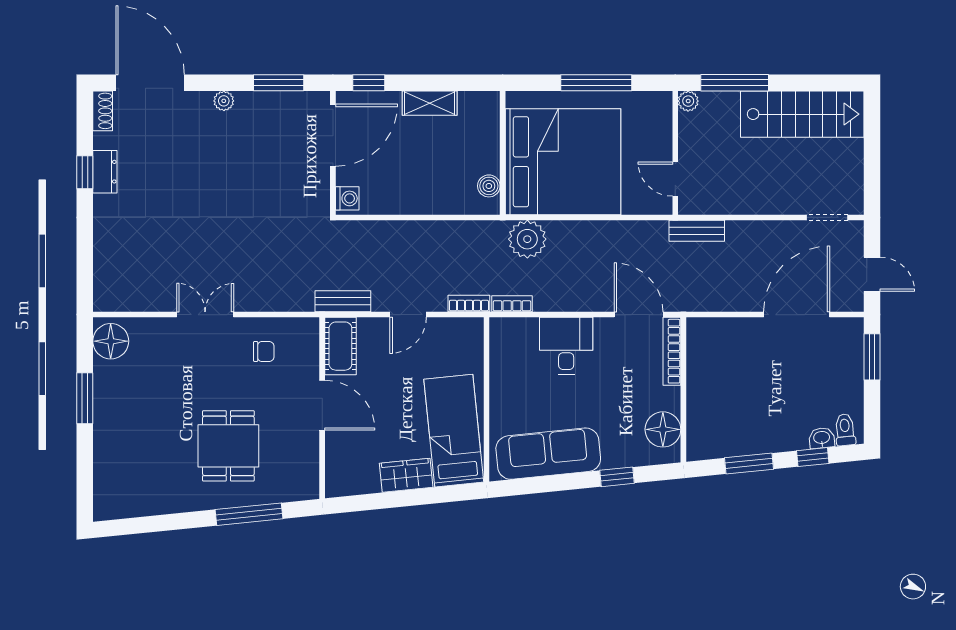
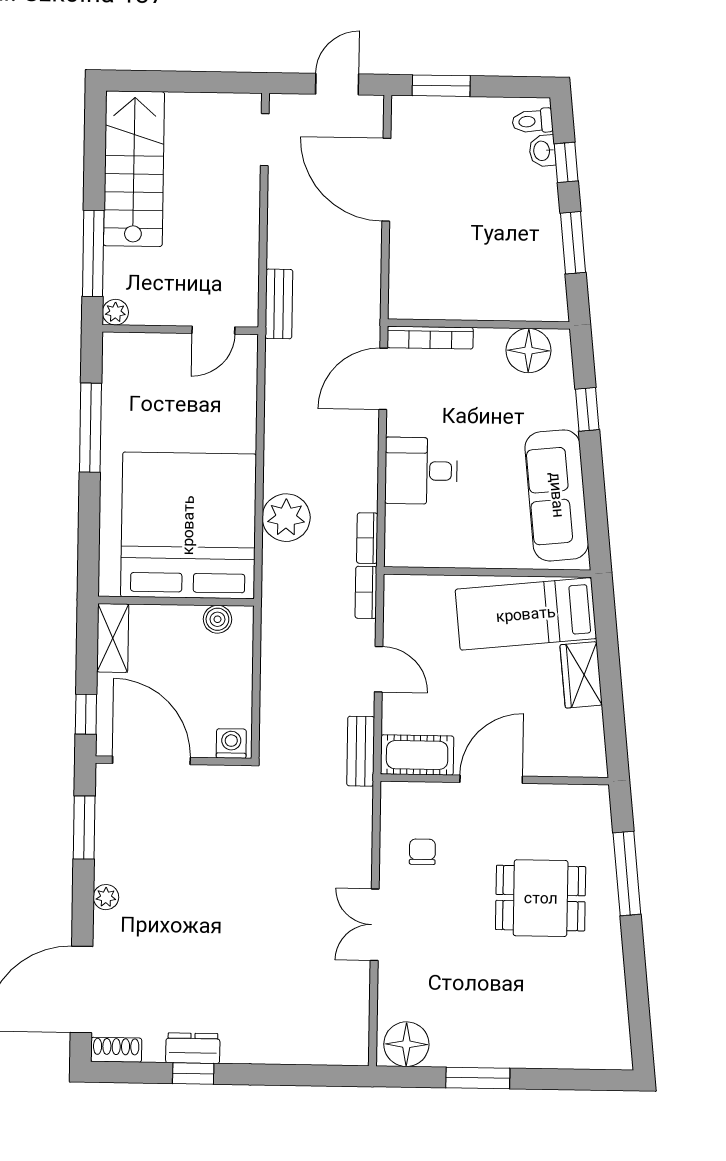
wall: (503, 153) -> (176, 601), moved
bed: (563, 162) -> (188, 525), moved
boiler: (489, 186) -> (217, 619), moved

